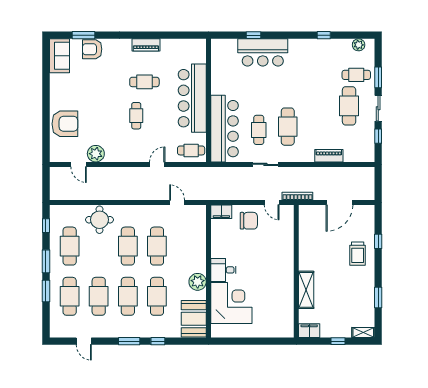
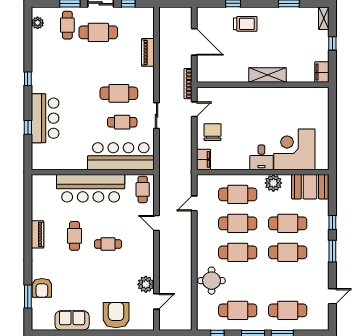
window: (324, 35) -> (28, 79), moved
sofa: (59, 56) -> (72, 320), moved
shelving: (306, 290) -> (268, 75), moved
cafe table: (99, 296) -> (238, 194), moved

